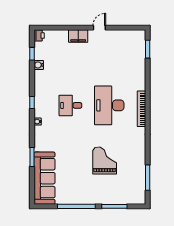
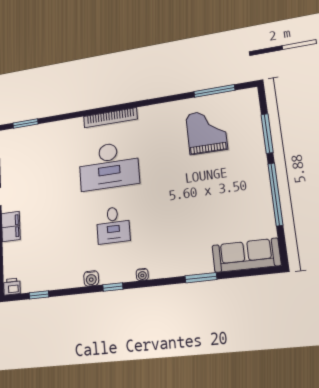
water cooler: (39, 65) -> (91, 278), moved
grand piano: (105, 161) -> (206, 132), moved, turned 90
sofa: (44, 178) -> (246, 255), width x0.74, depth x0.79

